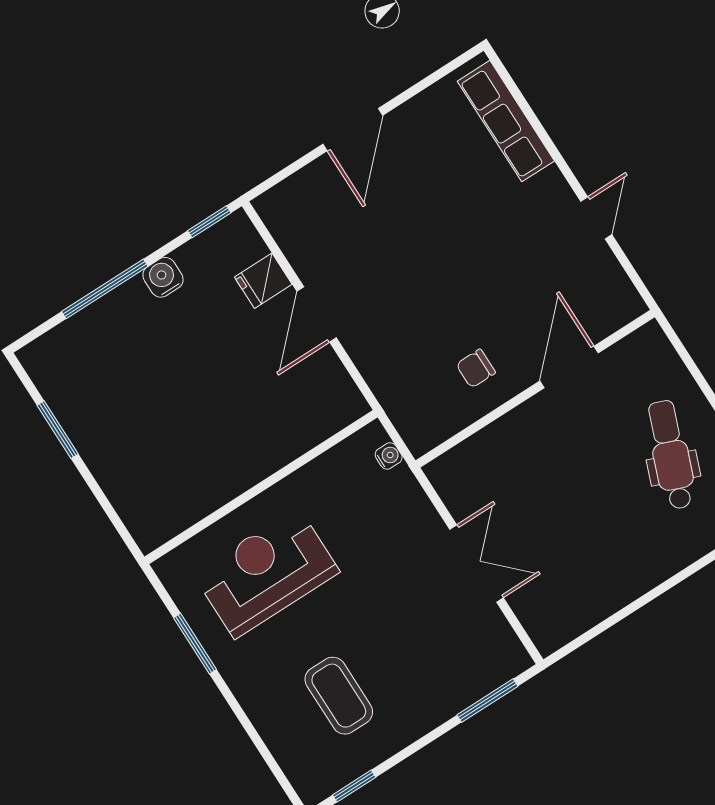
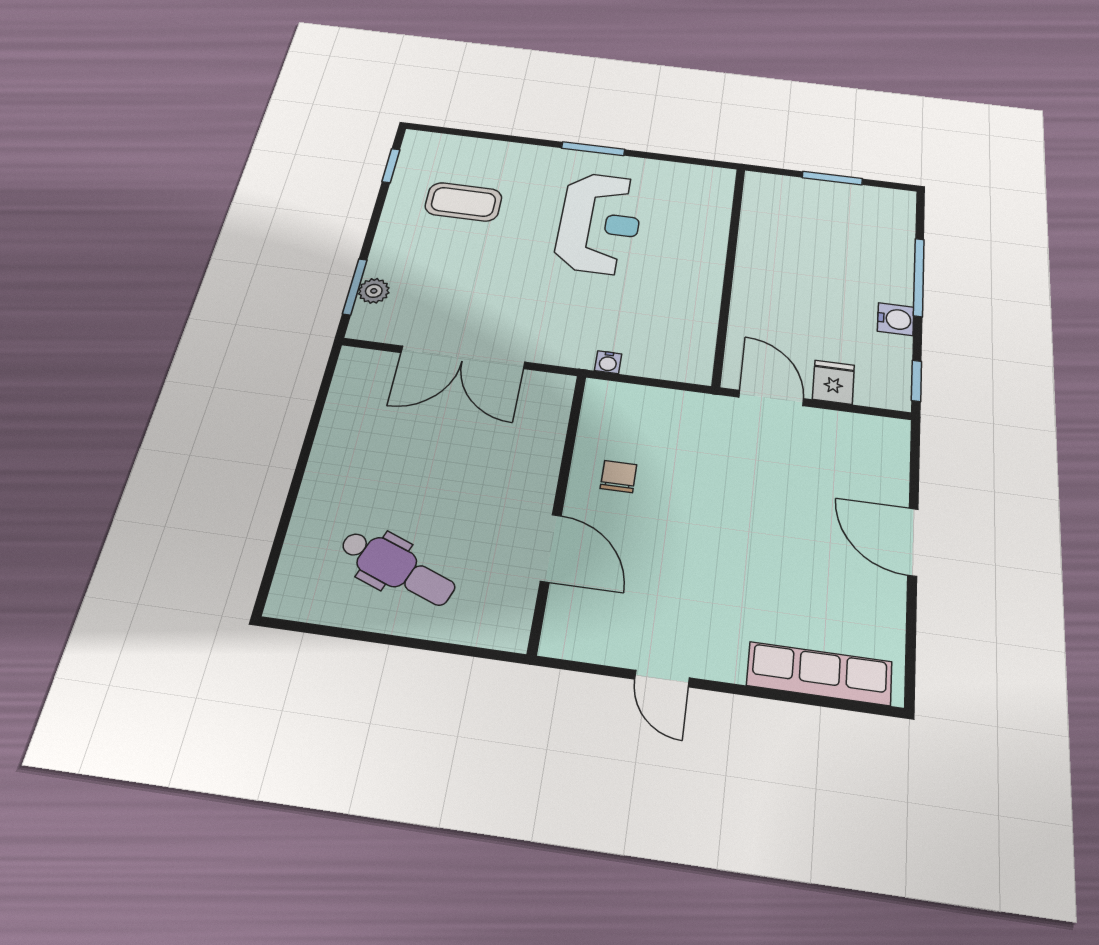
wall: (261, 487) -> (729, 273), moved
double door: (477, 564) -> (463, 357), width x1.37
plant: (478, 683) -> (374, 291), added

